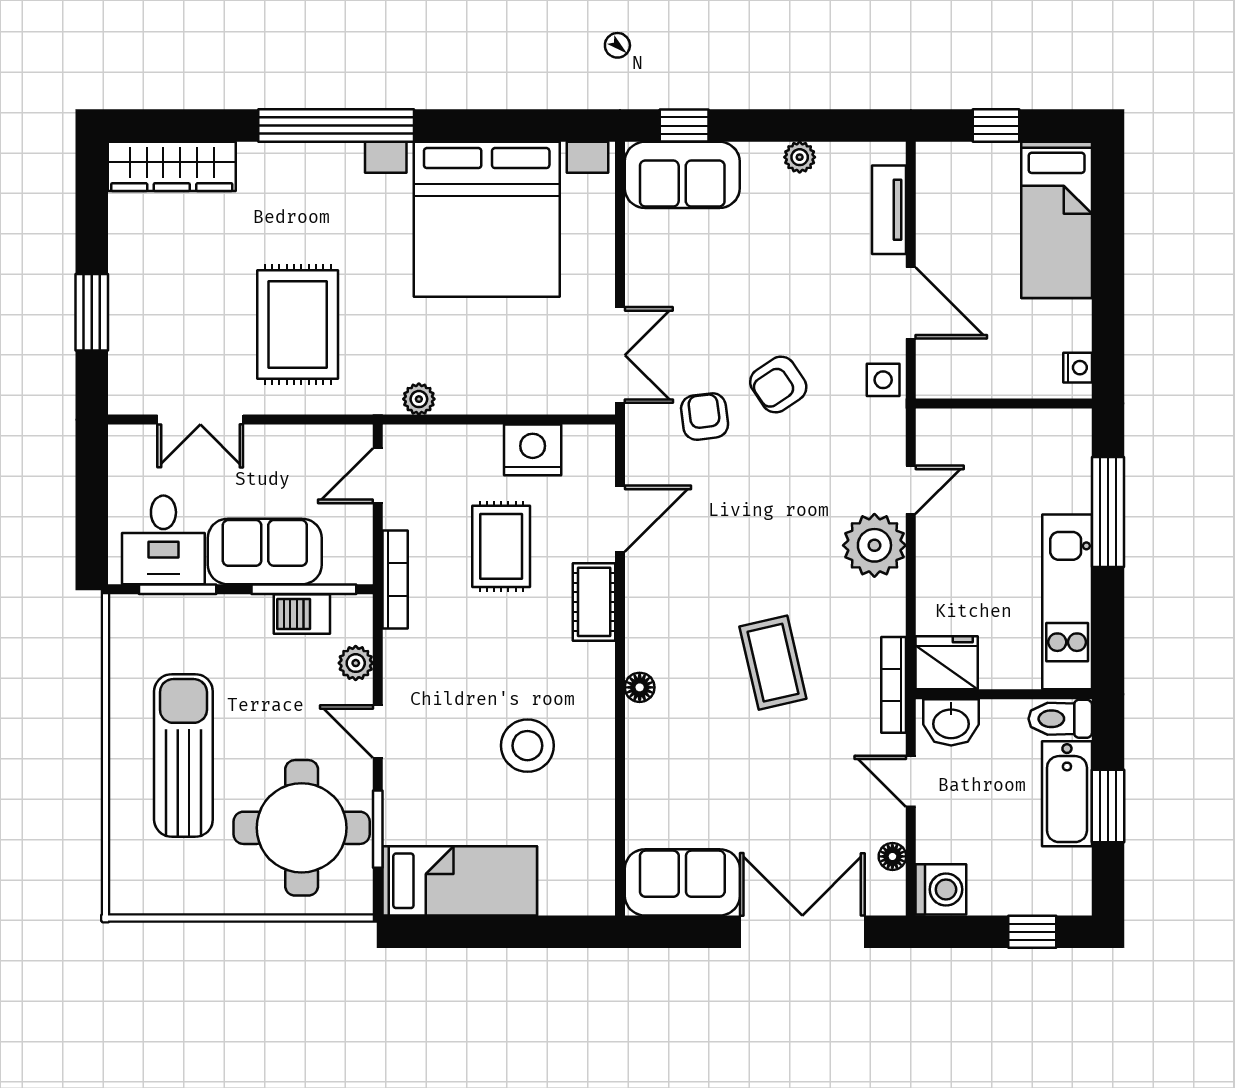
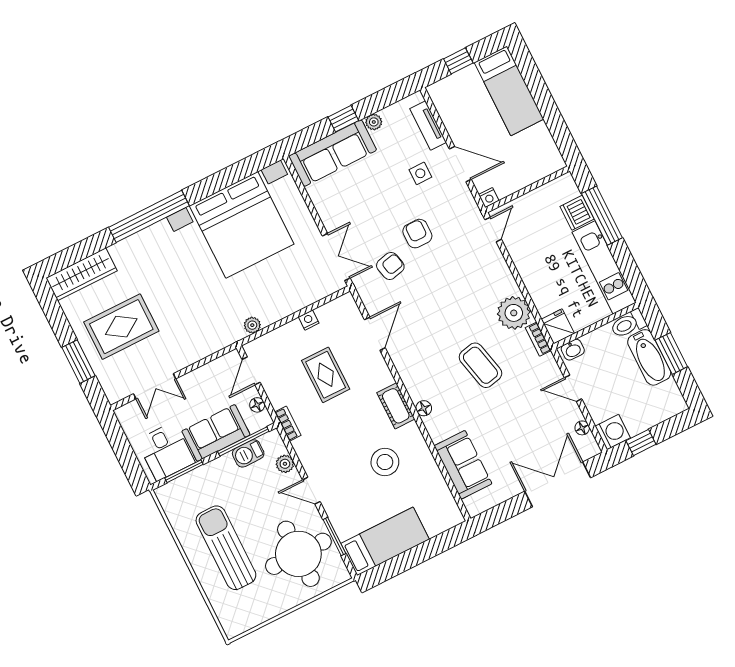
window: (684, 126) -> (343, 119), moved
sofa: (682, 175) -> (333, 153), width x1.36
rug: (298, 324) -> (121, 327), moved, turned 90
nightstand: (1078, 368) -> (489, 198), moved, turned 90
side table: (883, 380) -> (420, 173), moved
armchair: (778, 384) -> (417, 234), turned 124
armchair: (705, 417) -> (390, 266), turned 84
nightstand: (533, 450) -> (309, 320), width x0.53, depth x0.56
dishwasher: (1068, 486) -> (577, 213), added
door: (911, 490) -> (493, 230), moved
floor lamp: (359, 539) -> (257, 405), added
plant: (874, 545) -> (514, 313), moved
bookcase: (395, 579) -> (288, 424), width x0.64
cot: (594, 602) -> (396, 406), moved
fridge: (947, 663) -> (558, 326), width x0.72
bookcase: (894, 685) -> (538, 339), width x0.64
washbasin: (951, 722) -> (573, 350), width x0.72, depth x0.69
sofa: (682, 882) -> (463, 465), moved, turned 90
window: (1032, 932) -> (641, 443), moved

